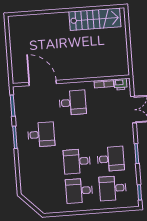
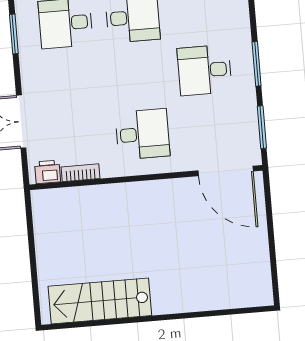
door: (43, 83) -> (226, 171), moved
desk: (73, 103) -> (142, 134), turned 180

